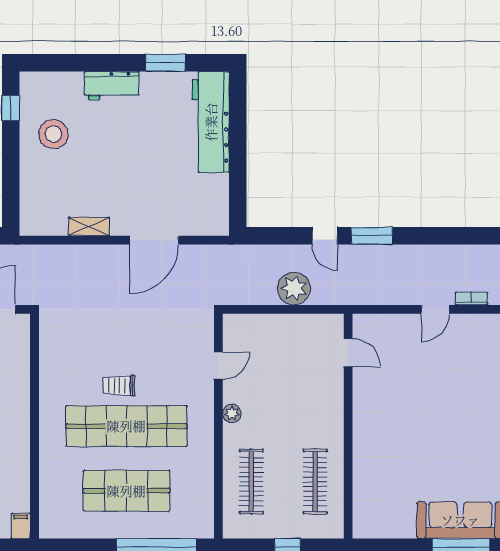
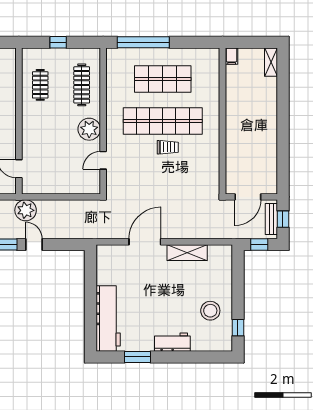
shelving: (89, 227) -> (187, 253), width x1.50, depth x1.33
plant: (294, 289) -> (26, 210), moved
plant: (232, 413) -> (89, 129), width x1.88, depth x1.88
clothes rail: (315, 482) -> (40, 85), width x0.73

